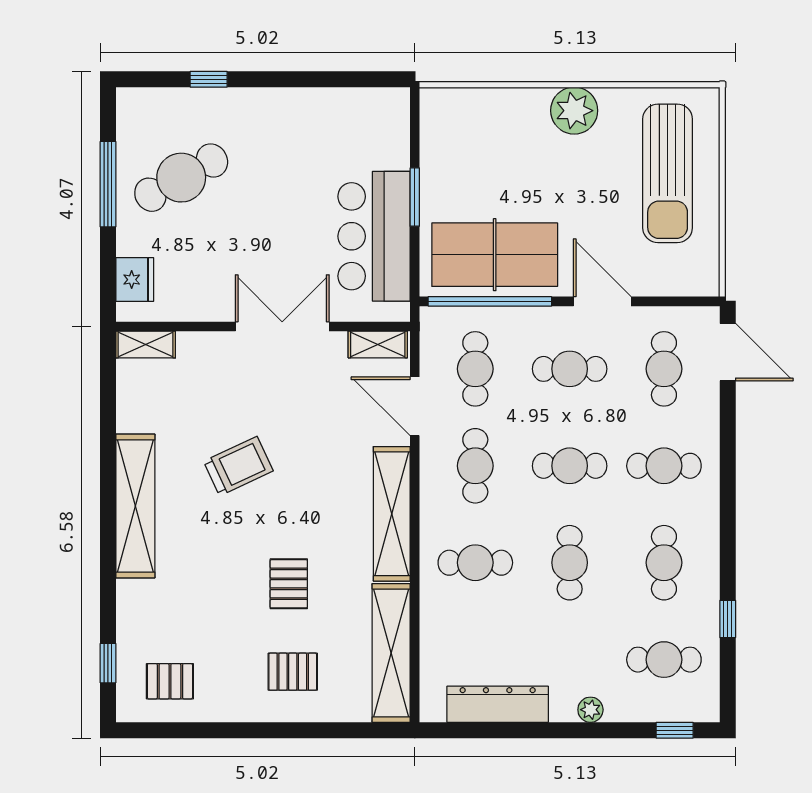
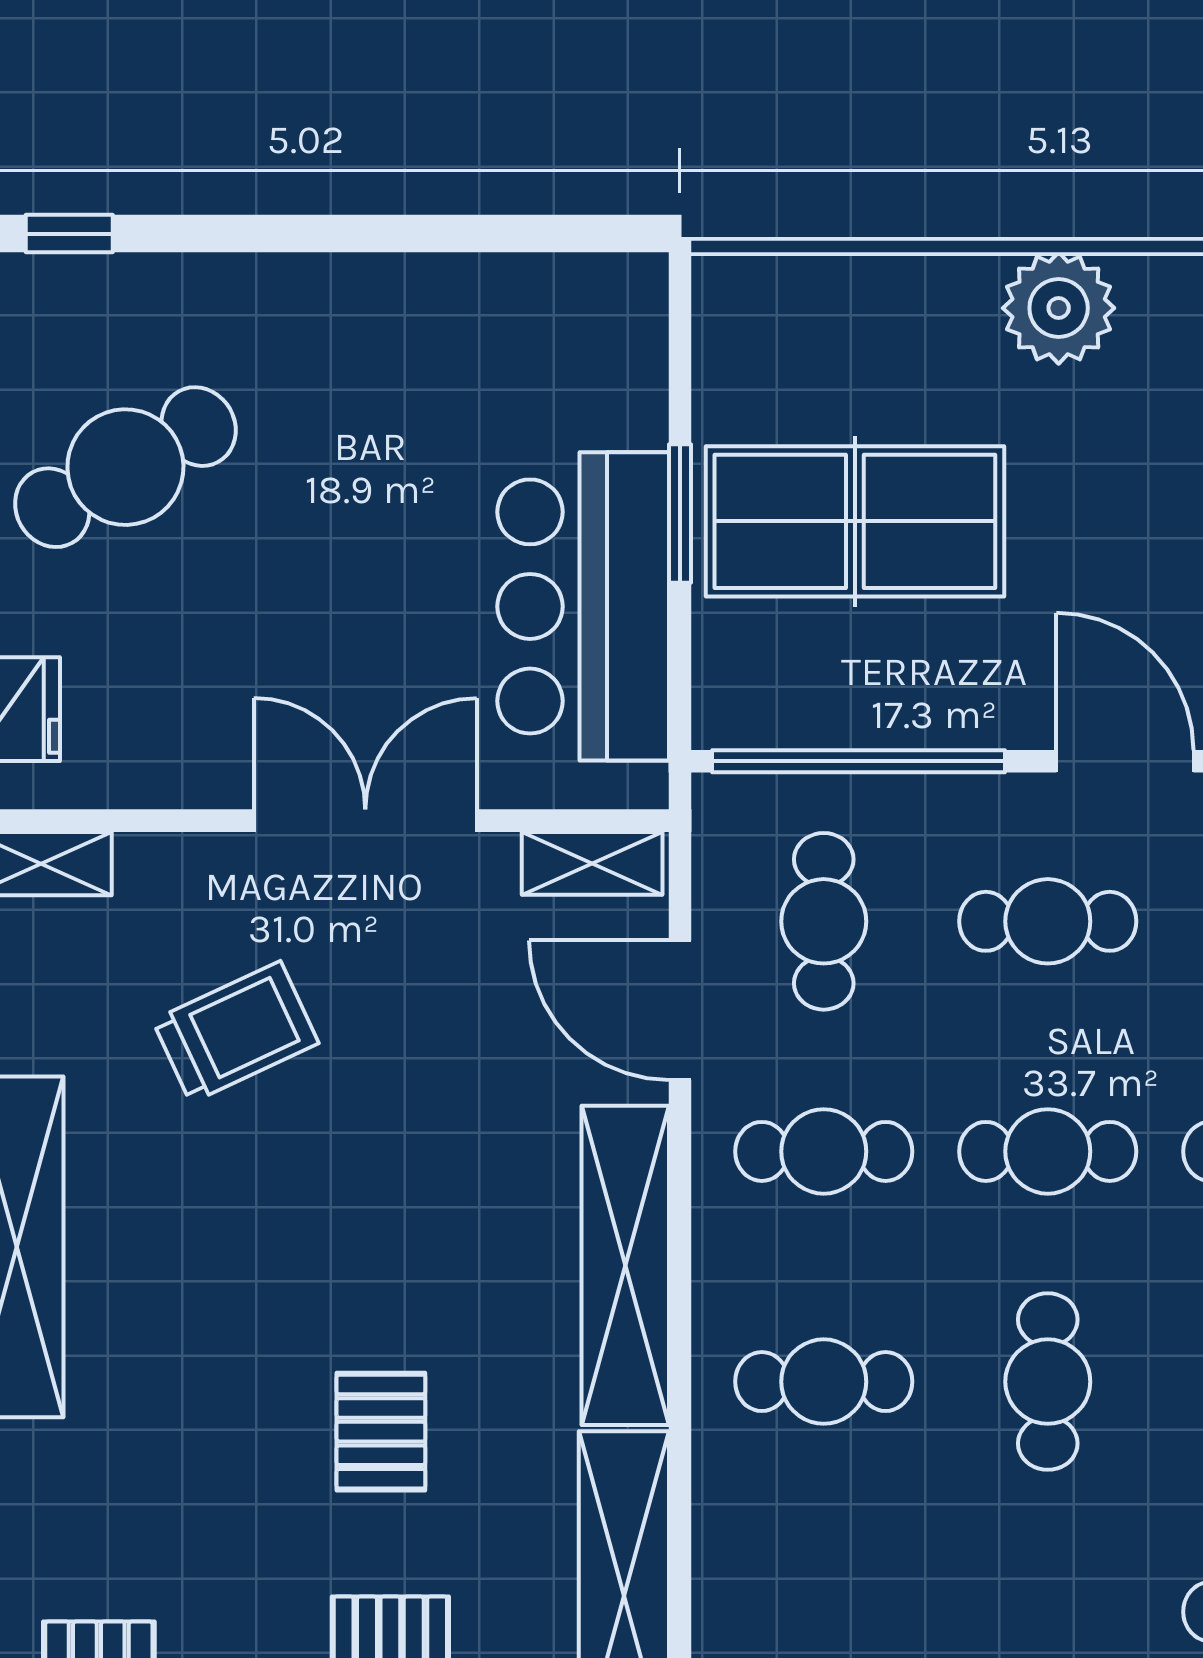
window: (209, 79) -> (69, 234), moved
table tennis table: (495, 255) -> (855, 521), moved
trolley: (238, 466) -> (236, 1032), moved
cafe table: (475, 466) -> (824, 1151), turned 90

